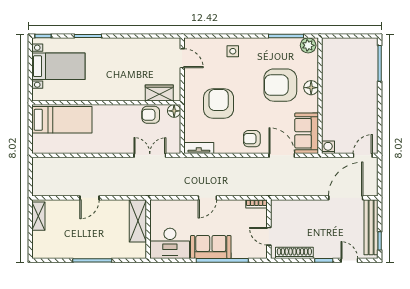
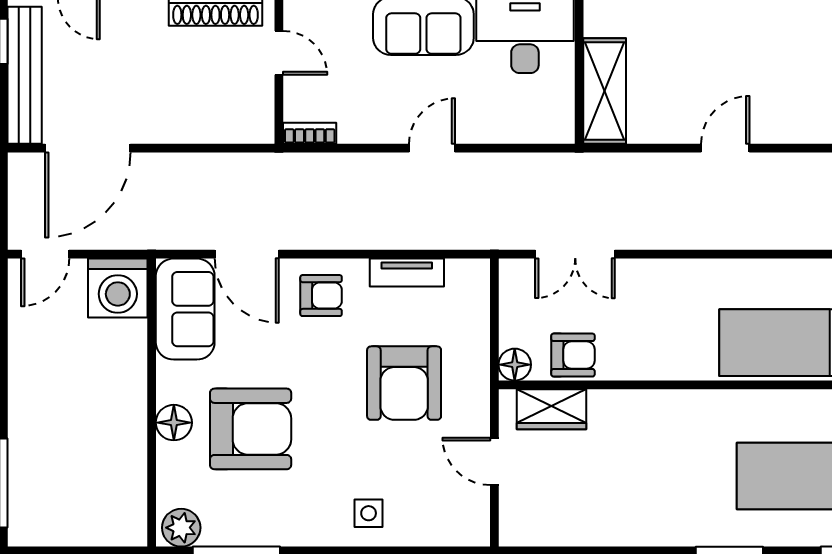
door: (182, 58) -> (494, 461), moved
washing machine: (328, 147) -> (118, 288), width x1.89, depth x1.89
tv unit: (199, 148) -> (407, 273), moved

